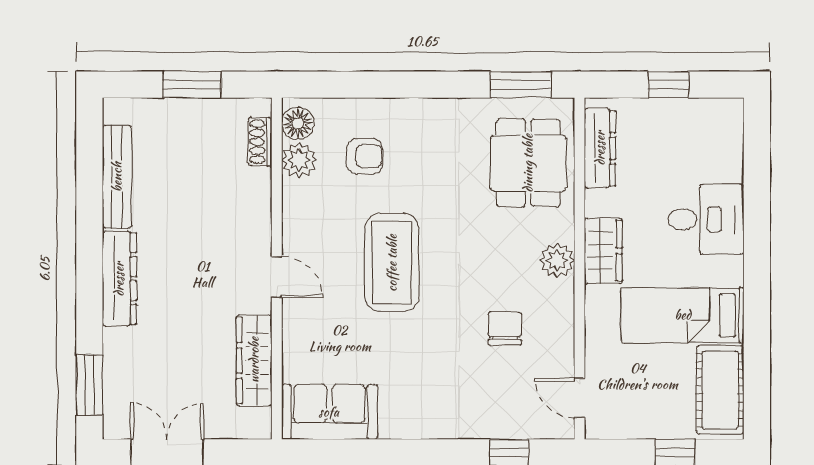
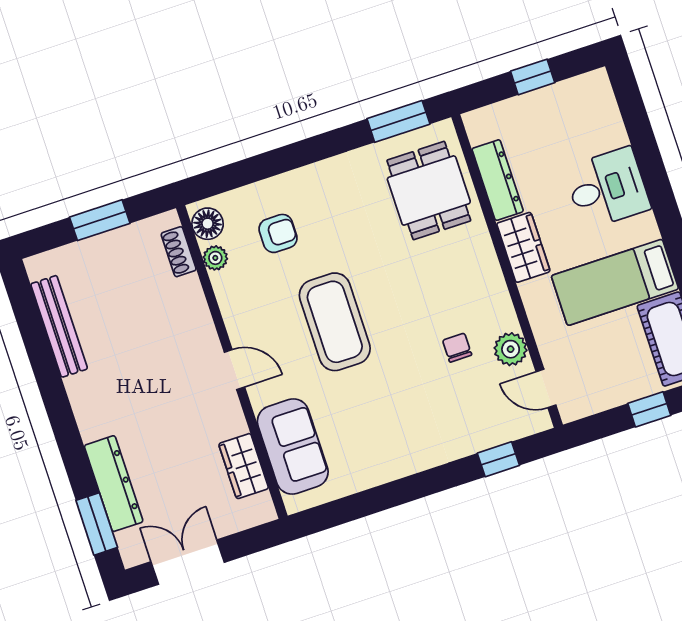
dresser: (600, 148) -> (498, 180), moved
plant: (299, 160) -> (215, 258), width x0.73, depth x0.73
plant: (557, 260) -> (511, 349), moved
dresser: (119, 279) -> (114, 484), moved
chair: (505, 328) -> (457, 348), width x0.73, depth x0.73
wardrobe: (254, 360) -> (244, 466), width x0.67
sofa: (329, 412) -> (293, 447), moved, turned 90

